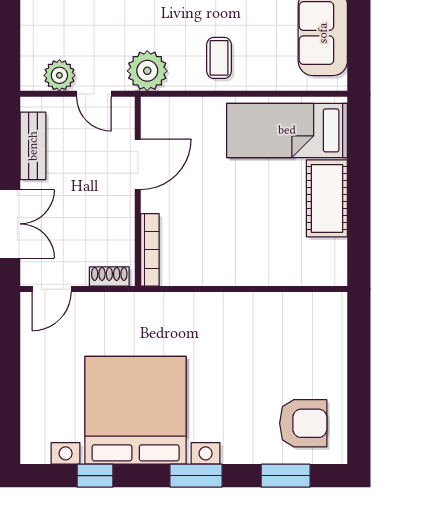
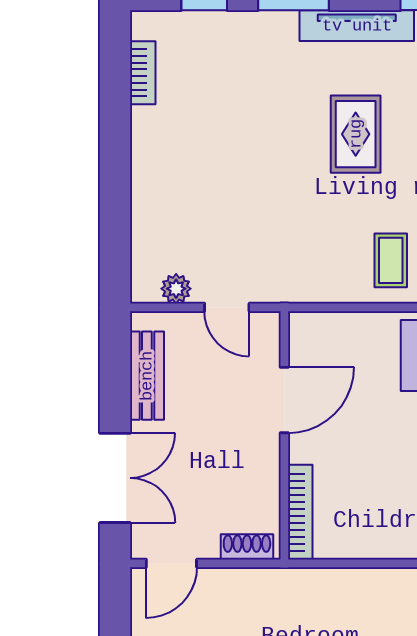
plant: (147, 71) -> (297, 277), removed
plant: (59, 75) -> (176, 289), width x0.73, depth x0.73

